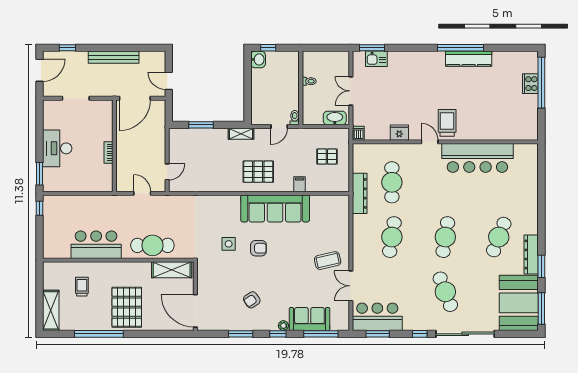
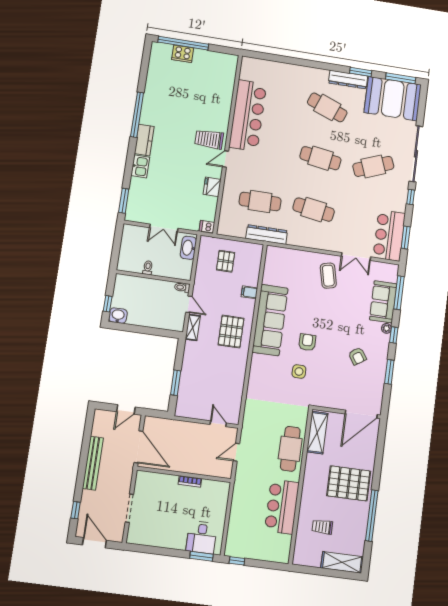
kitchen sink: (376, 59) -> (140, 166), moved
kitchen counter: (469, 59) -> (144, 140), moved, width x0.67
shelving: (241, 134) -> (193, 327), moved
desk: (57, 148) -> (201, 537), moved, width x0.73

